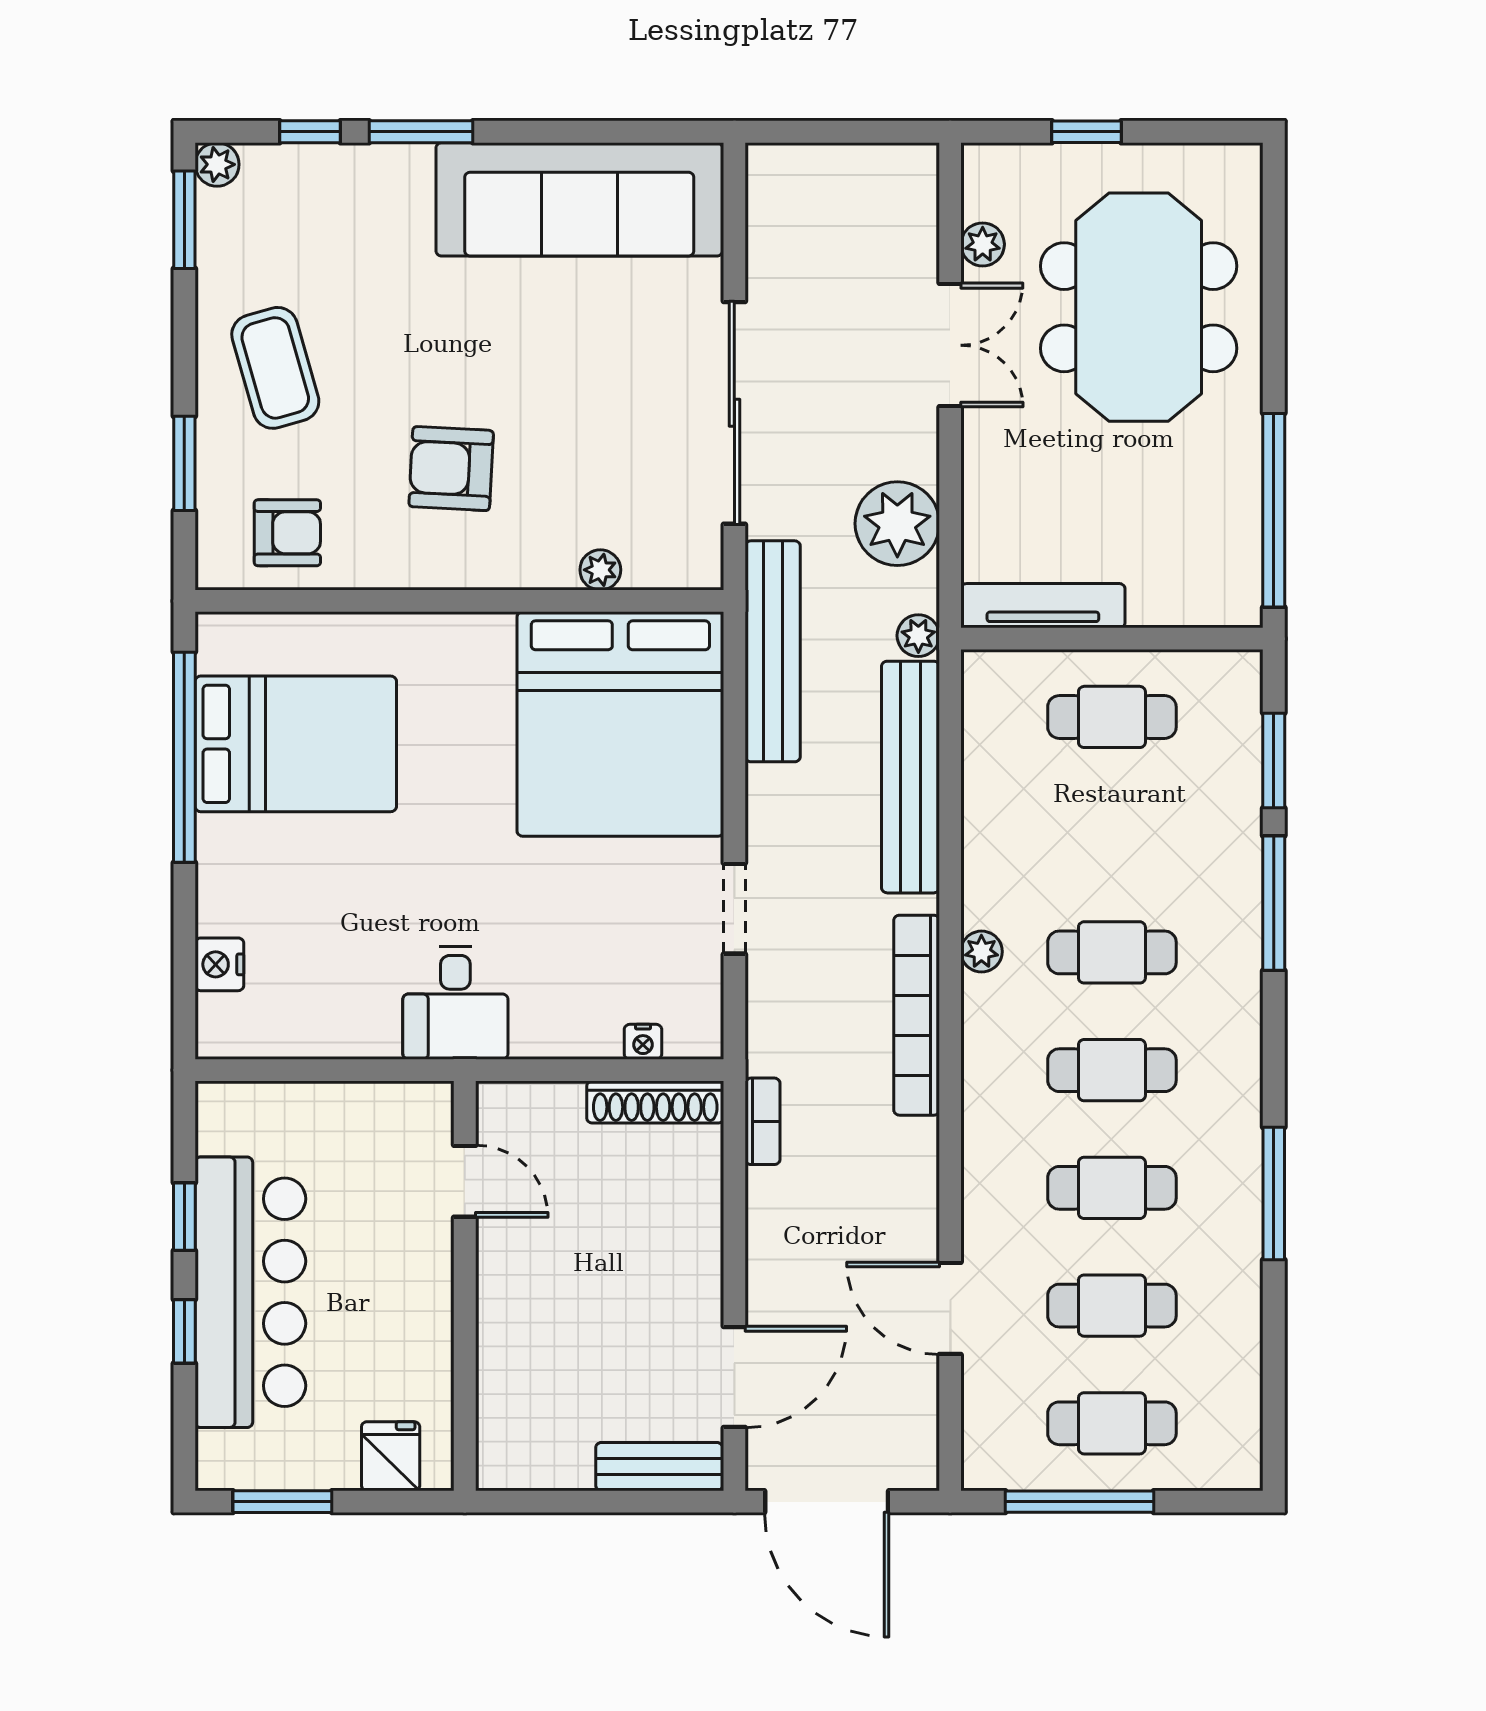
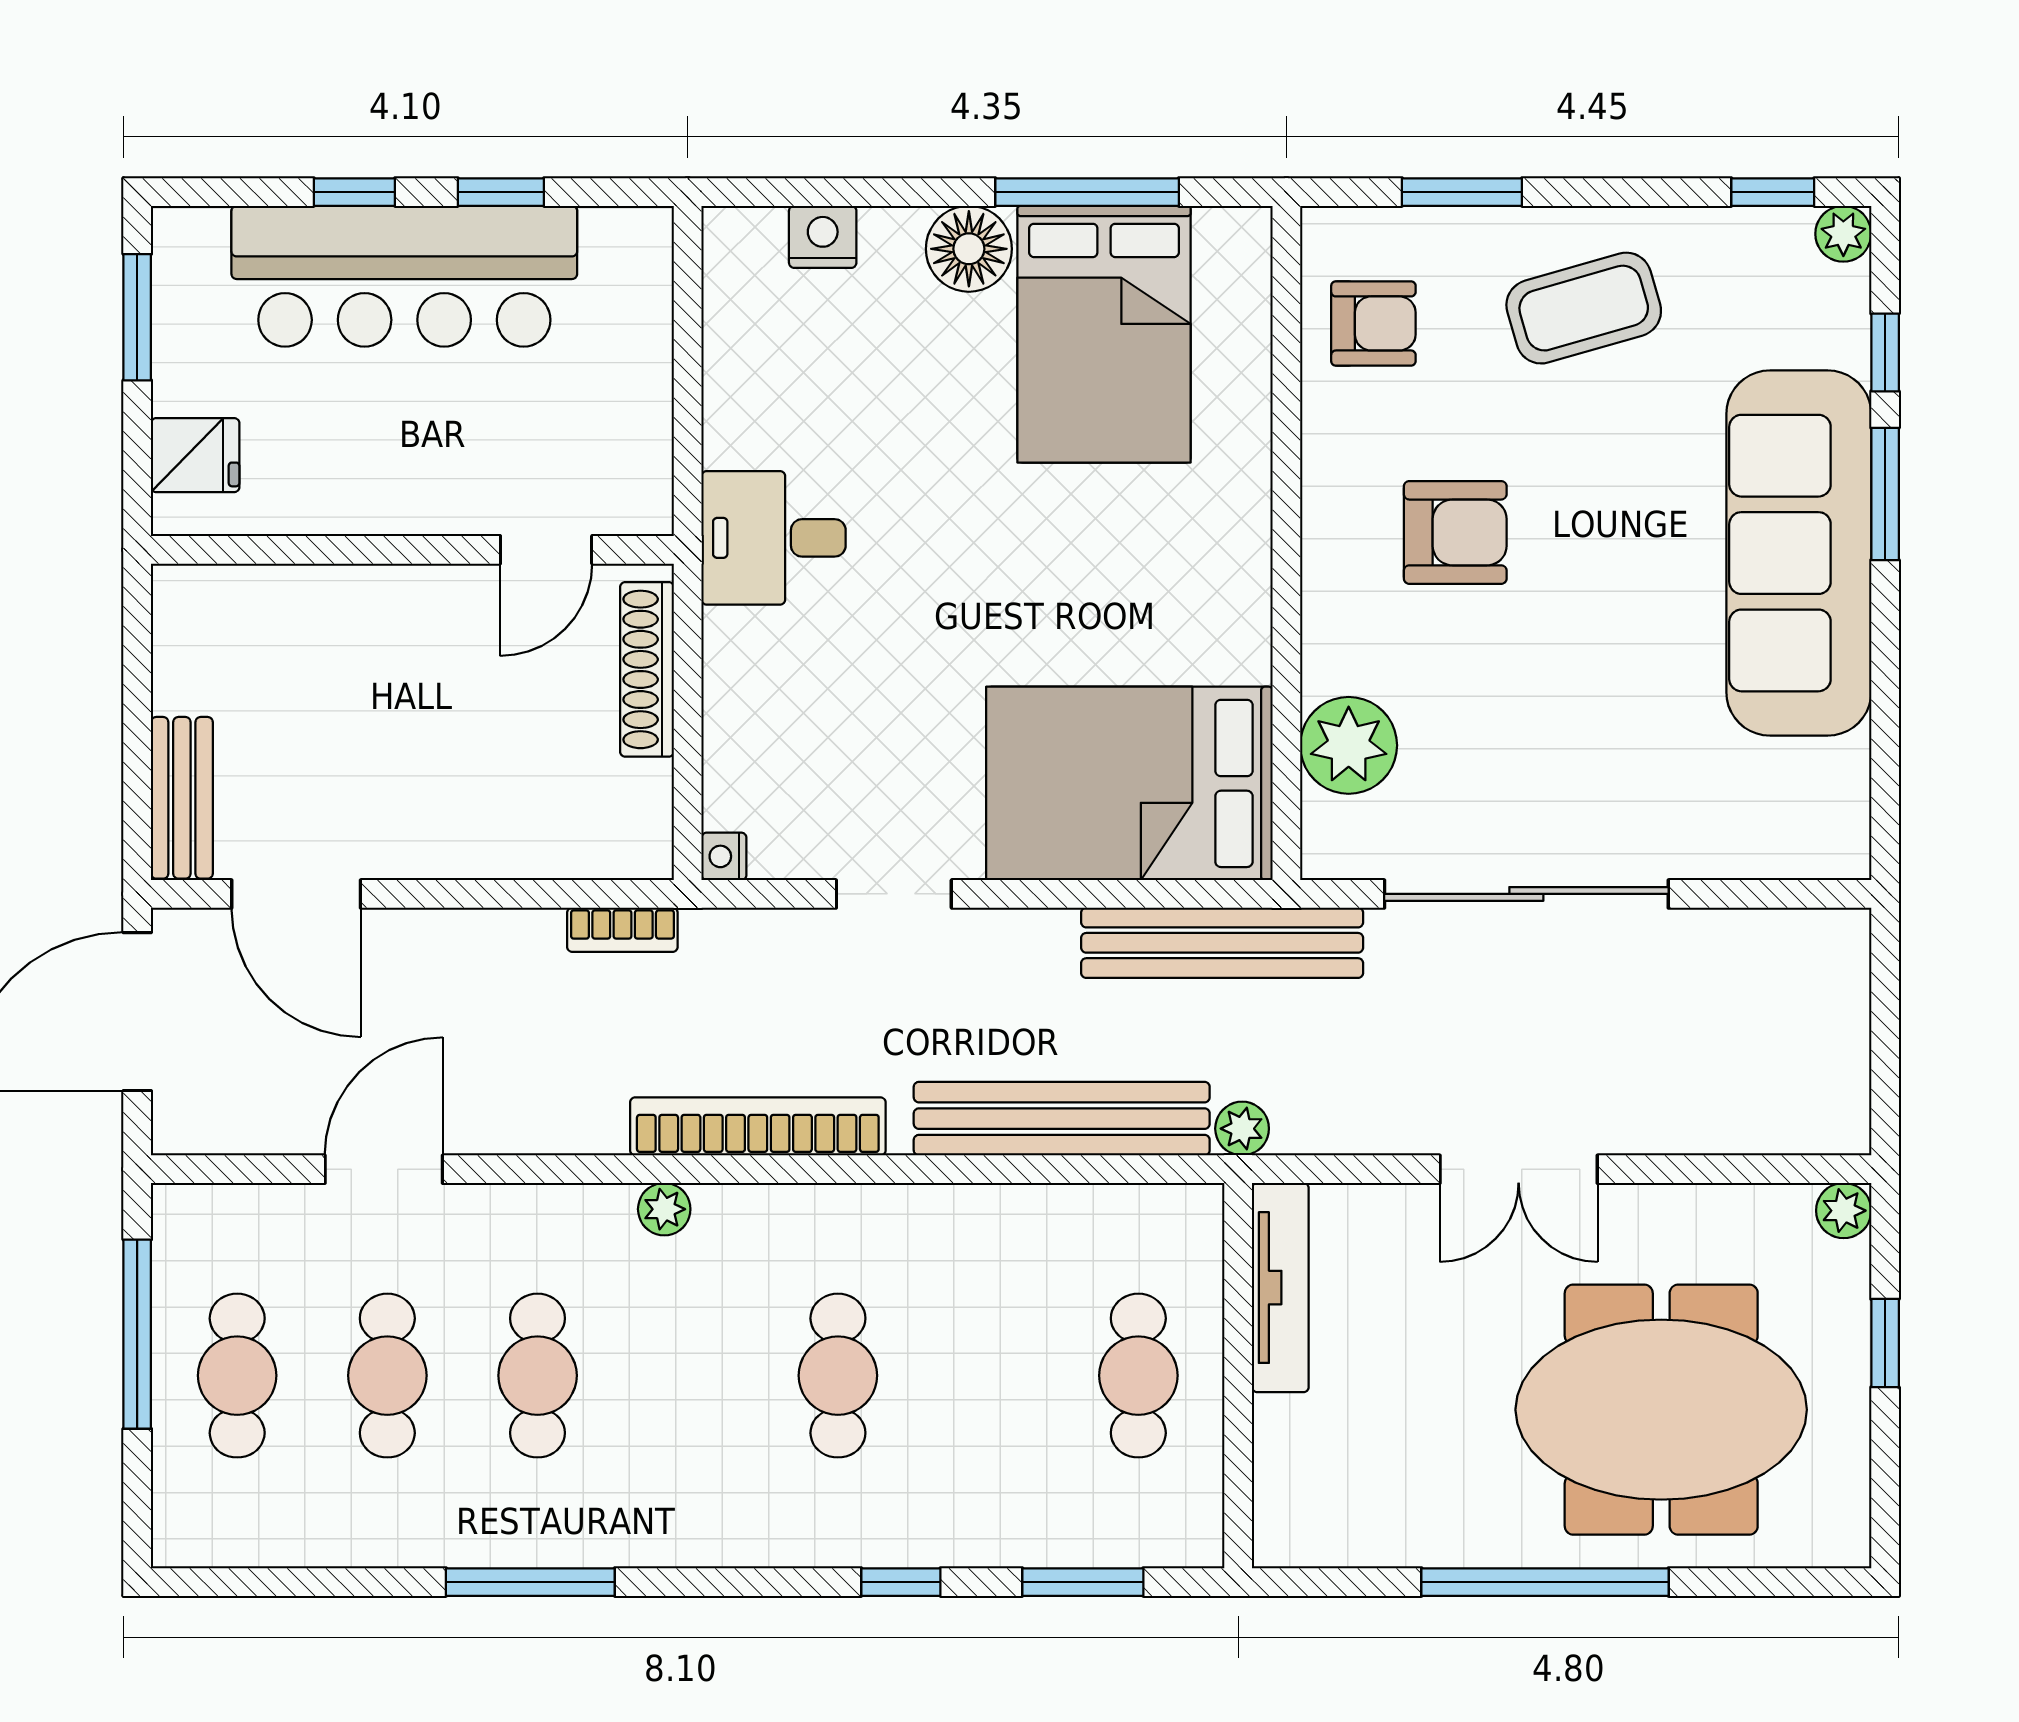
sofa: (579, 199) -> (1799, 553), moved
window: (184, 220) -> (1773, 192), width x0.67
plant: (983, 244) -> (1844, 1211), moved
double door: (950, 345) -> (1519, 1169), moved
armchair: (451, 469) -> (1455, 532), turned 87
window: (1274, 510) -> (1545, 1582), moved
plant: (897, 524) -> (1385, 1102), removed
armchair: (287, 533) -> (1373, 323), turned -90
plant: (600, 570) -> (1349, 745), width x1.87, depth x1.87
bed: (620, 724) -> (1129, 783), width x0.73
window: (184, 757) -> (1087, 192), width x0.68
floor lamp: (229, 850) -> (969, 249), added
window: (1274, 903) -> (901, 1582), width x0.46
plant: (981, 952) -> (664, 1209), moved
nightstand: (643, 1042) -> (724, 856), moved
cafe table: (1112, 1070) -> (688, 1376), removed
shoe rack: (655, 1102) -> (647, 669), moved

